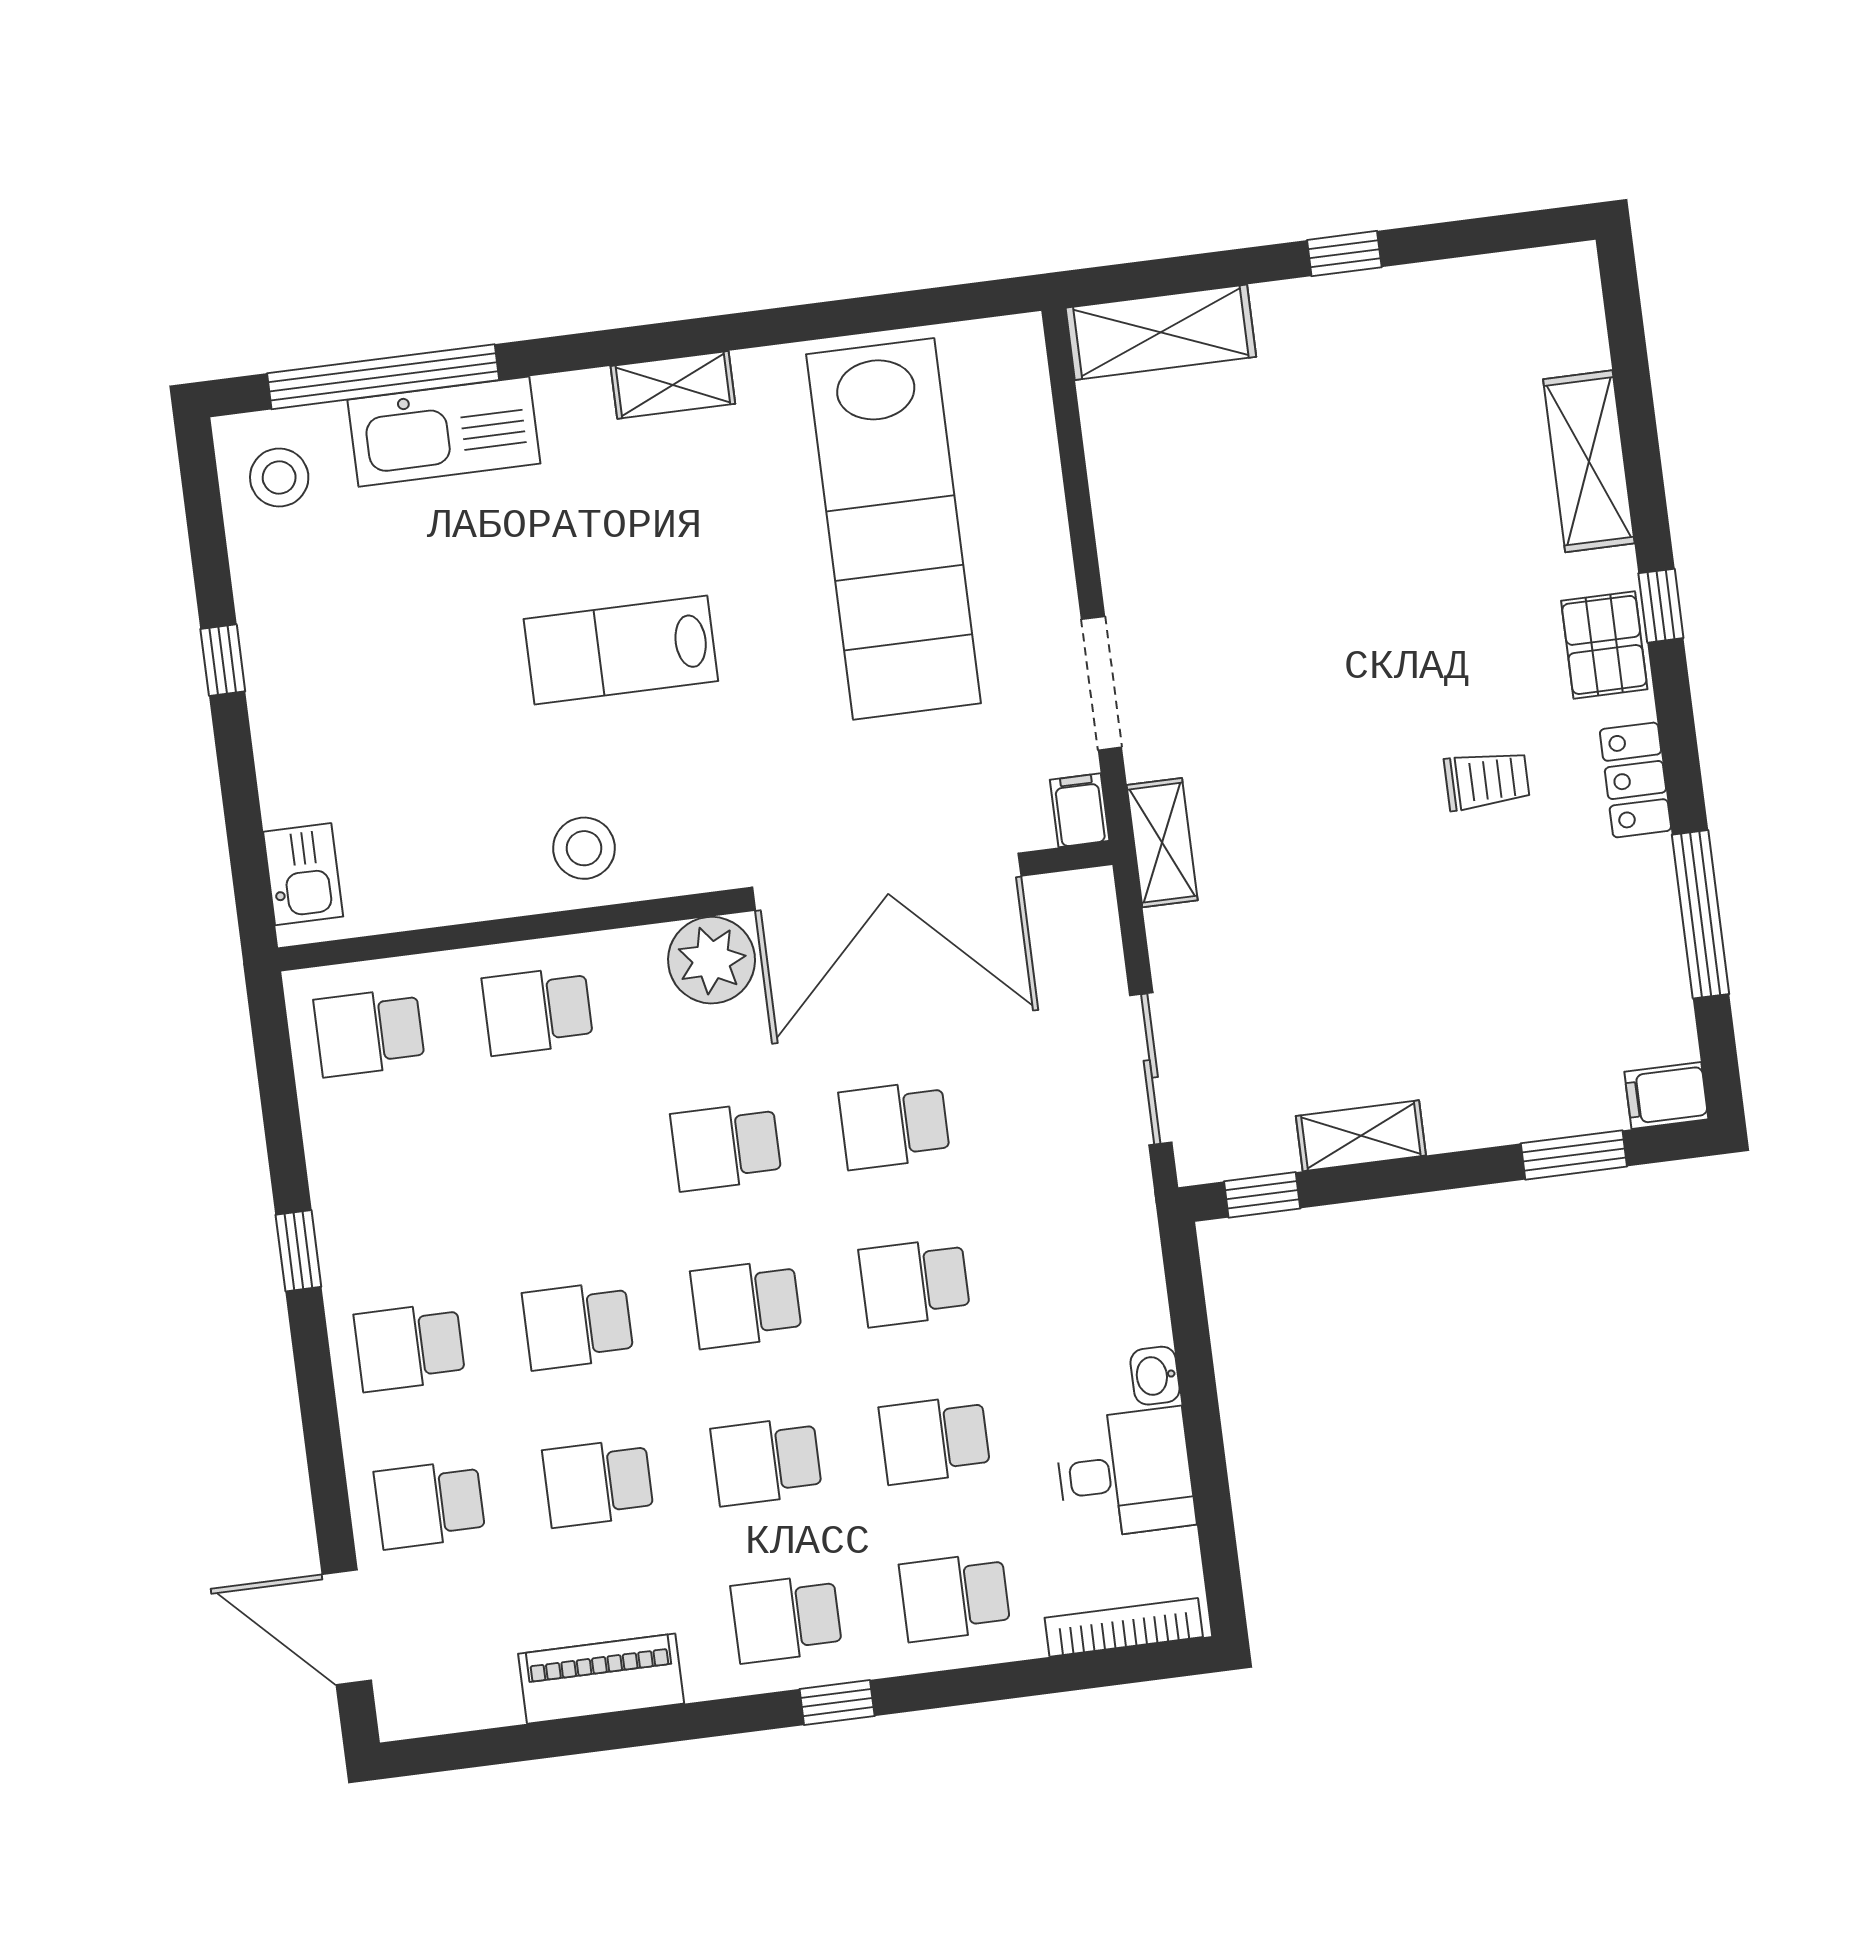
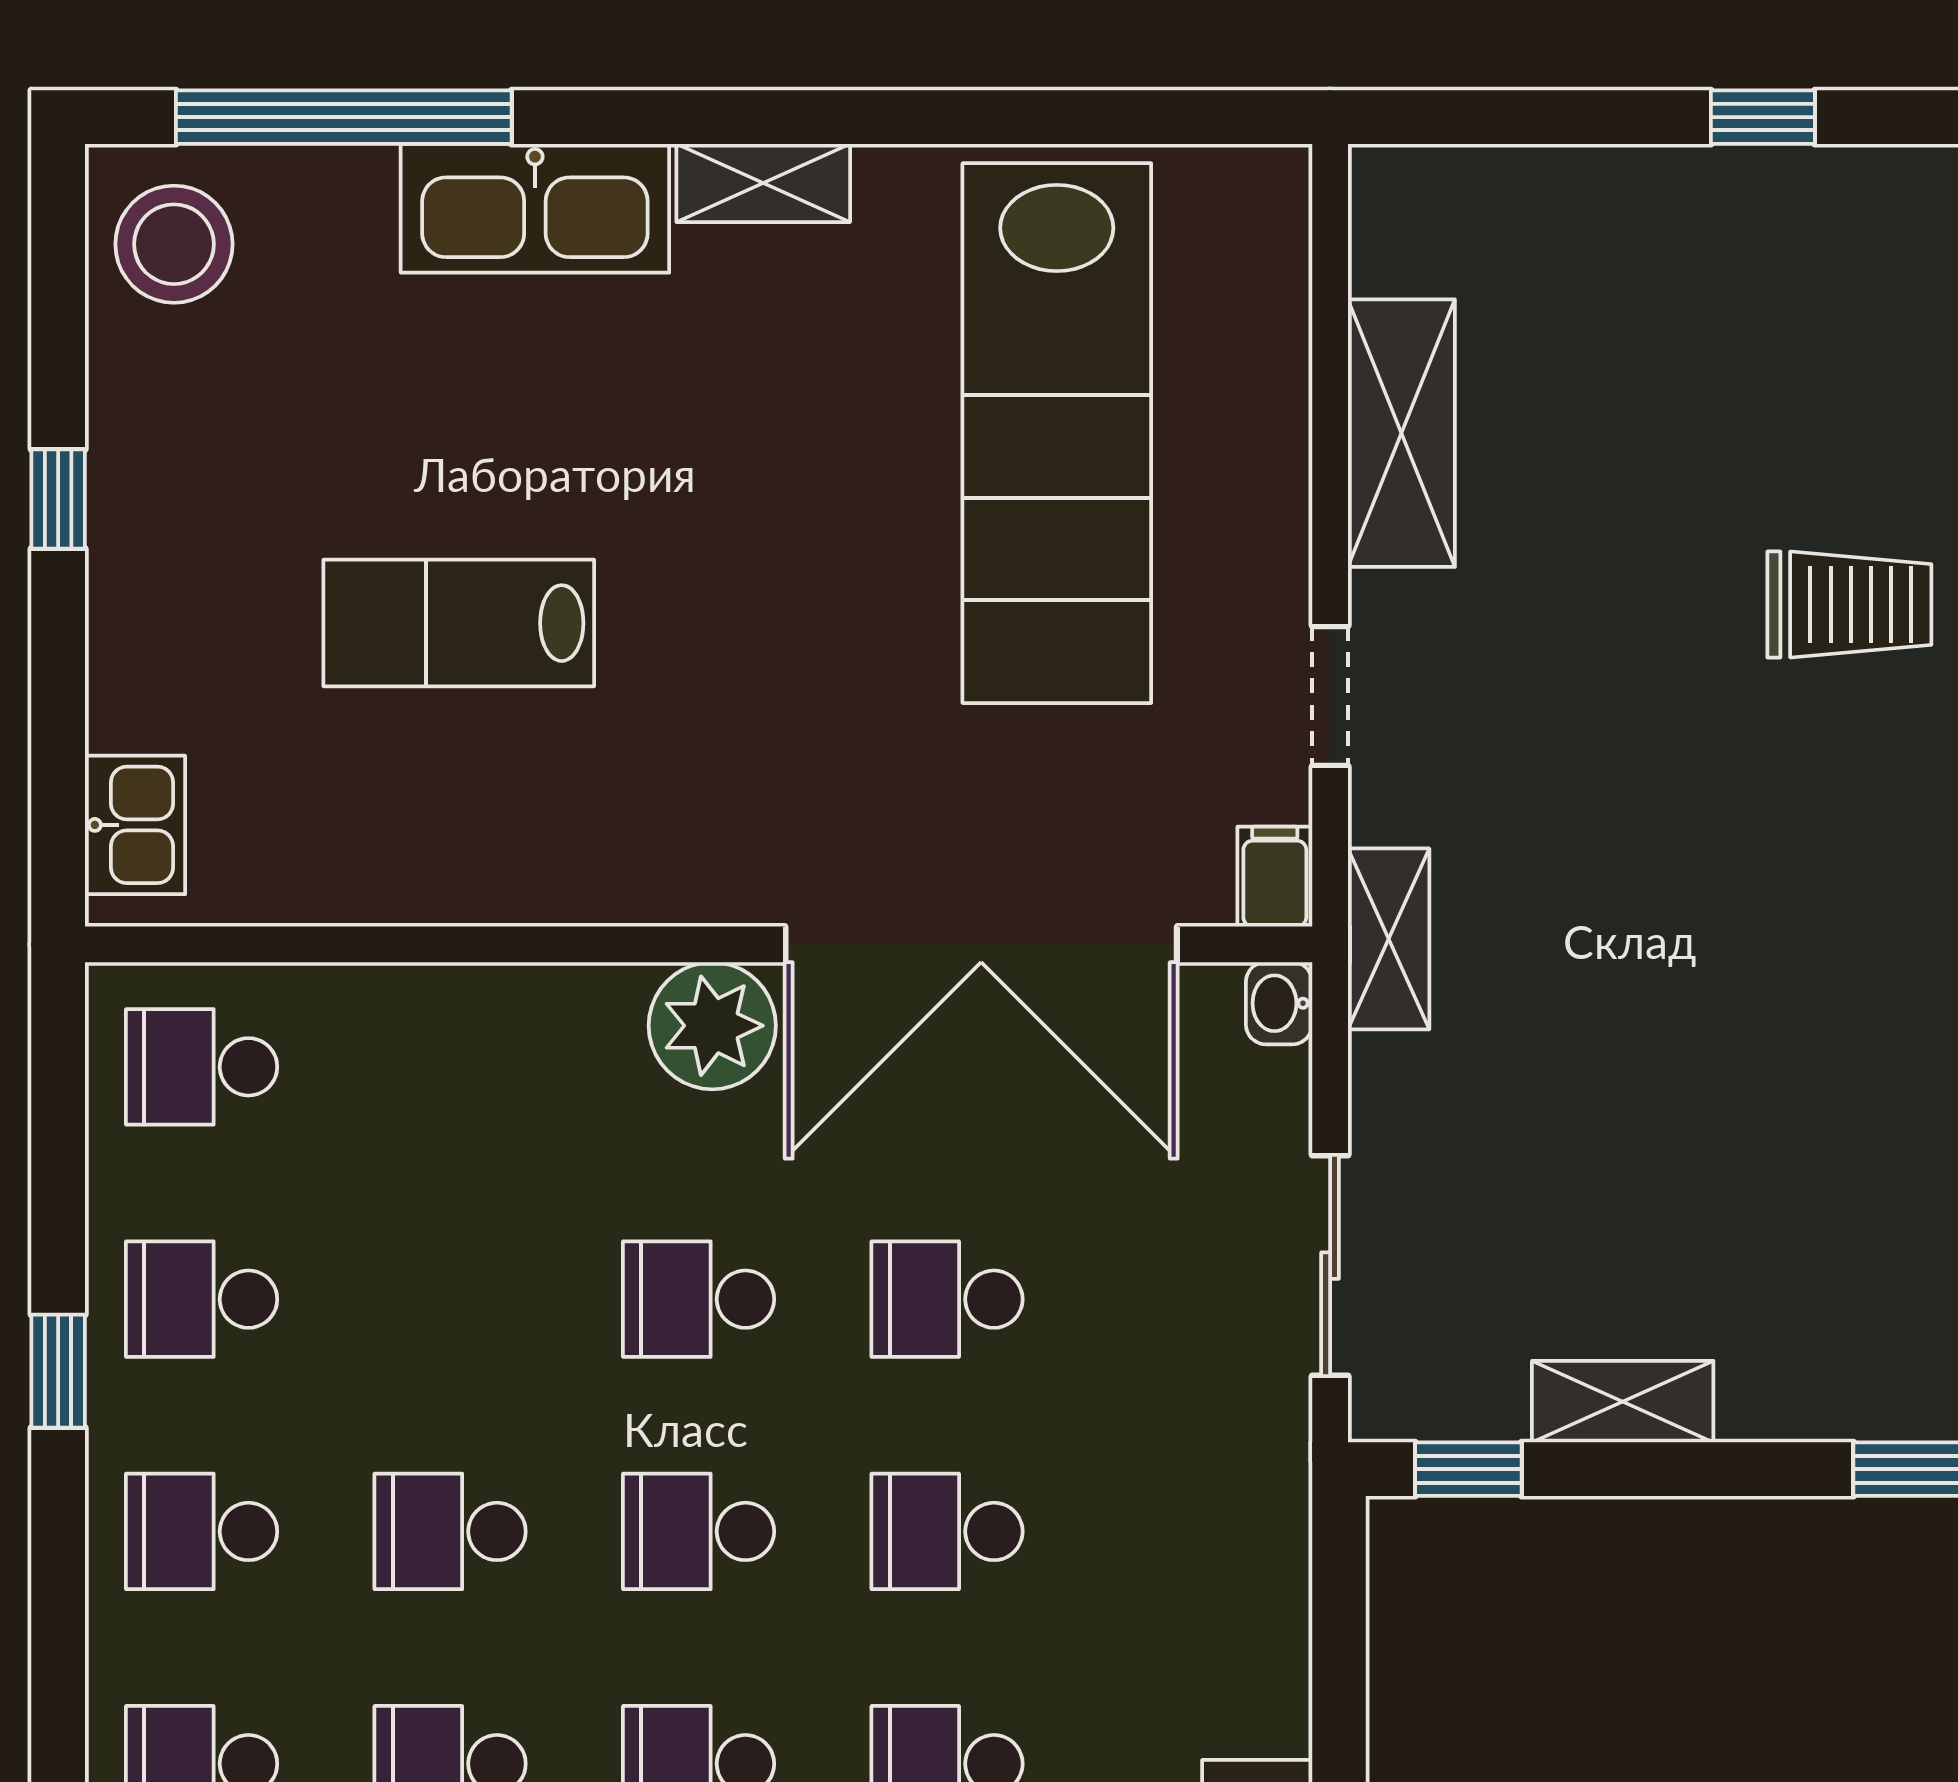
shelving: (1161, 332) -> (1401, 433), moved, turned 90
kitchen sink: (444, 432) -> (535, 208), moved
stool: (279, 478) -> (174, 244), width x1.38, depth x1.38
lab bench: (621, 650) -> (459, 623), moved
doorway: (1101, 683) -> (1330, 696), width x0.73
trolley: (1487, 780) -> (1849, 605), moved, width x1.36, depth x1.39
stool: (584, 848) -> (548, 839), removed
school desk: (538, 1011) -> (202, 1299), moved
washbasin: (1155, 1376) -> (1279, 1003), moved

